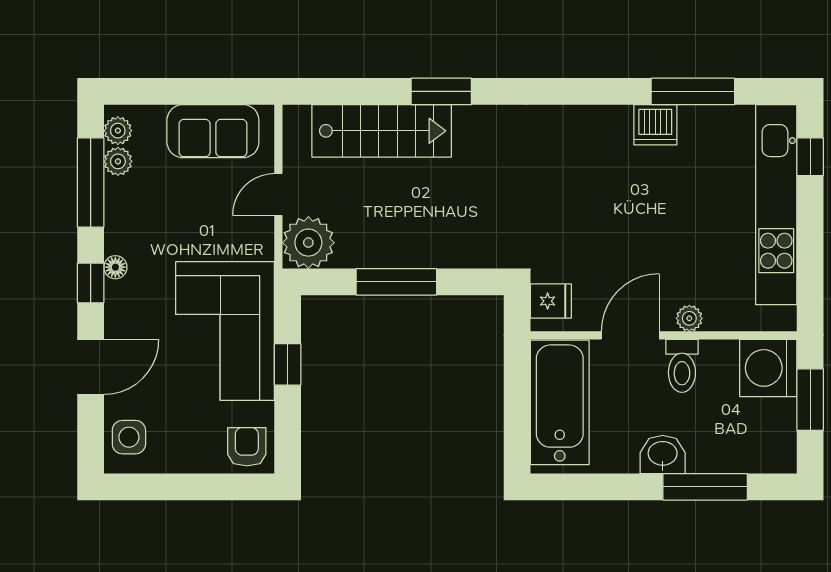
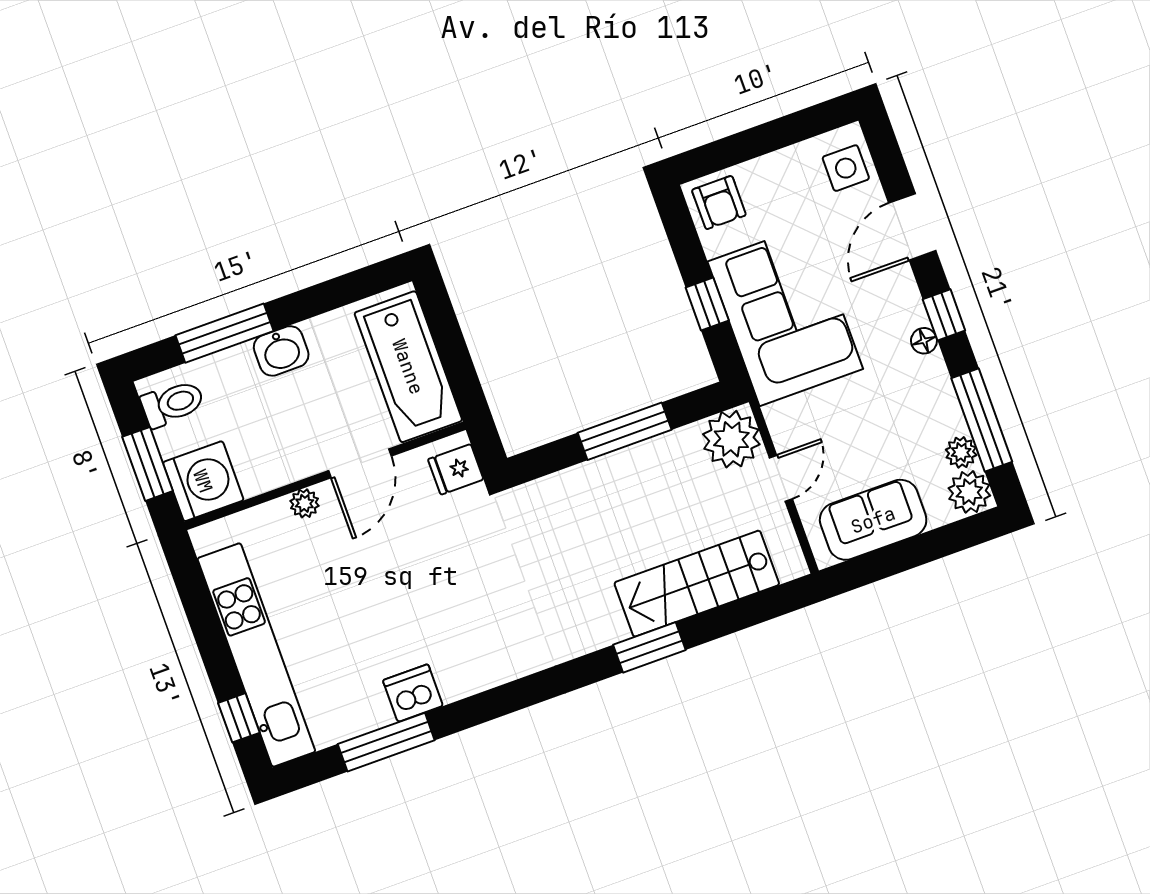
plant: (118, 131) -> (969, 492), width x1.38, depth x1.38
toilet: (682, 366) -> (173, 403), moved, turned 90

